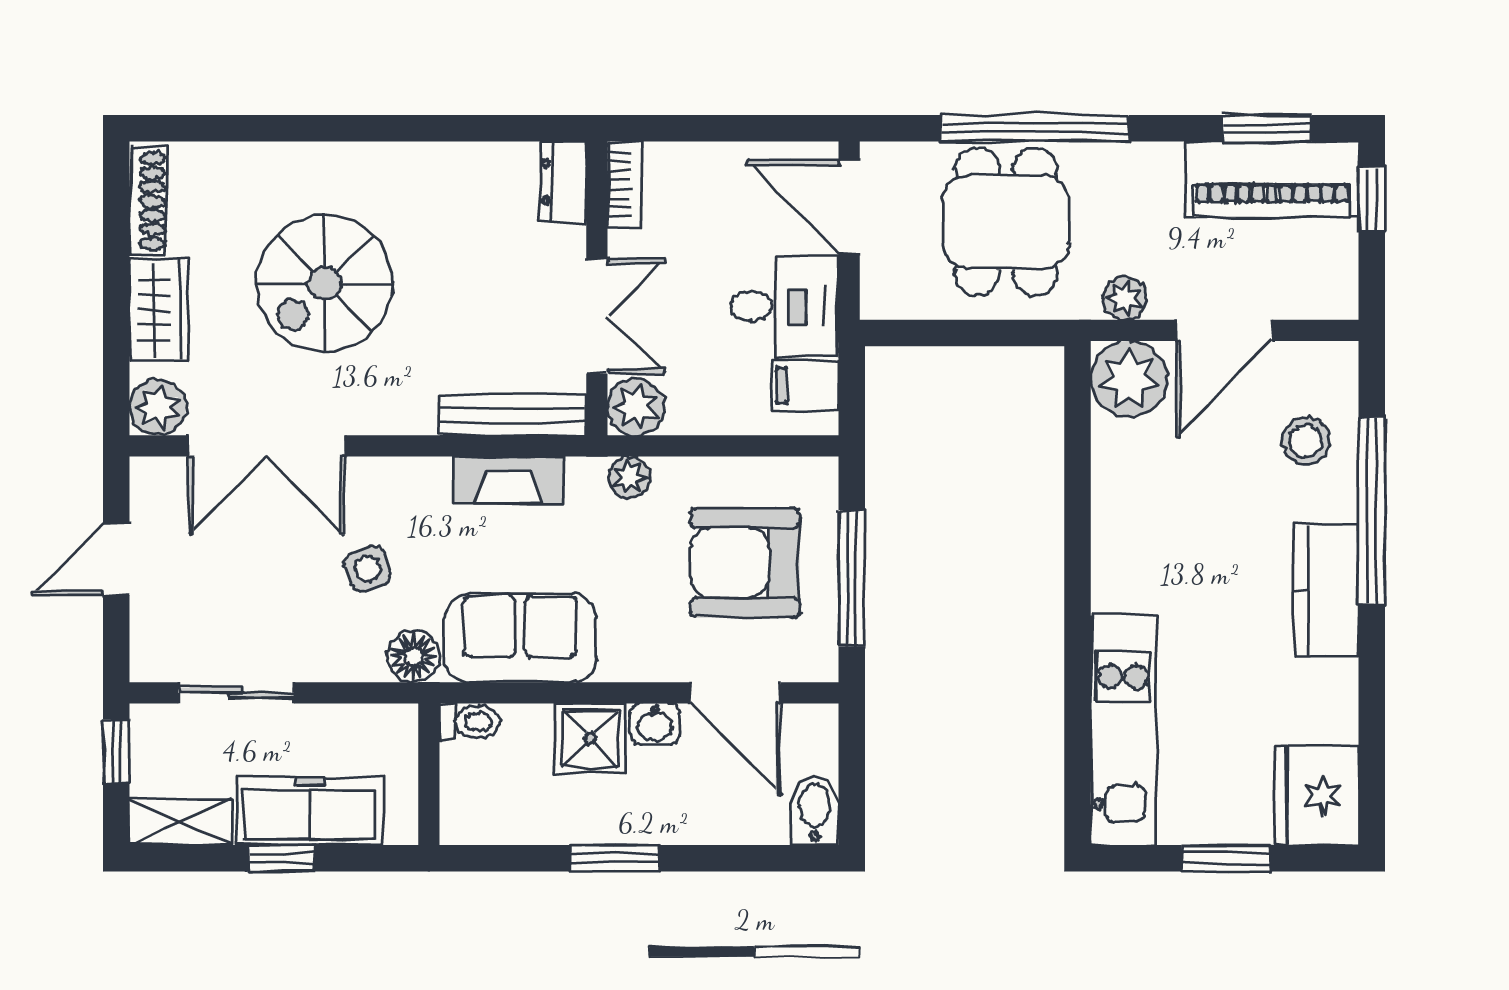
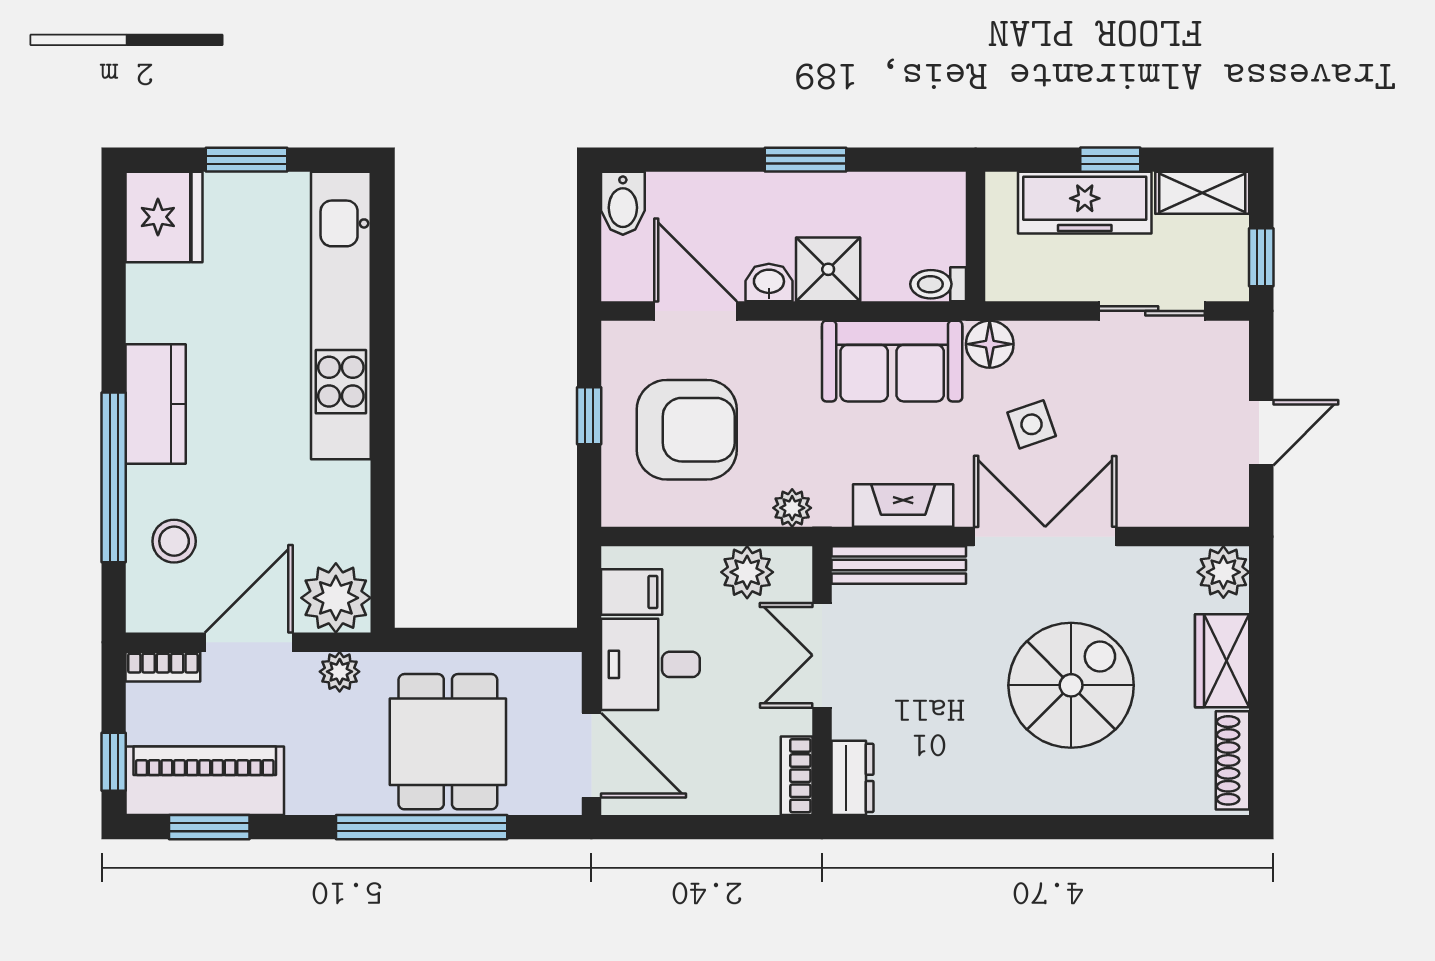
bookcase: (1318, 304) -> (163, 667), added
plant: (636, 407) -> (747, 572), moved
double door: (267, 446) -> (1045, 537), moved
window: (852, 578) -> (589, 416), width x0.46
kitchen unit: (1123, 730) -> (341, 315), width x1.36

